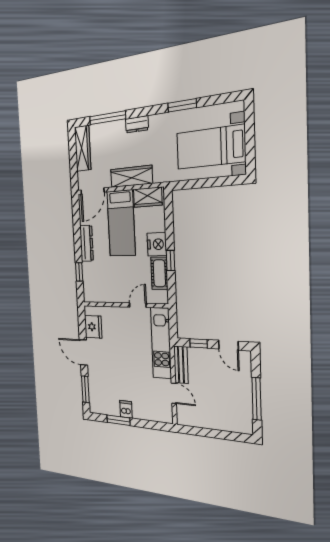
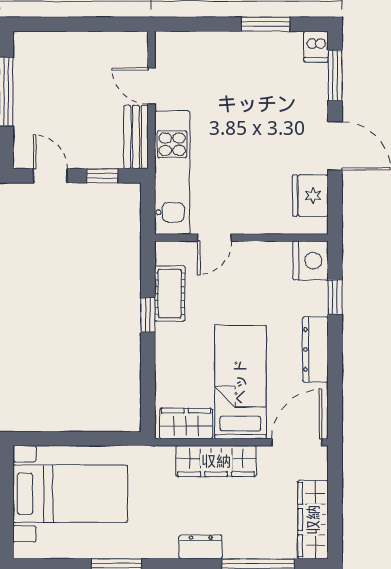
nightstand: (157, 244) -> (311, 261), moved, turned 180
dishwasher: (126, 409) -> (316, 47), moved

